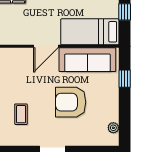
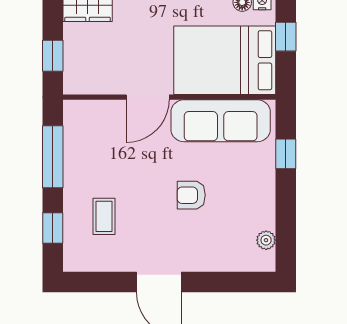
bed: (90, 32) -> (225, 60), width x1.50
armchair: (71, 102) -> (191, 195), width x0.53, depth x0.53

